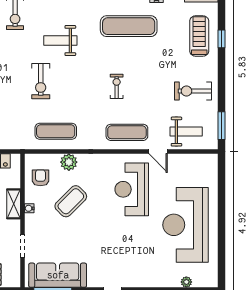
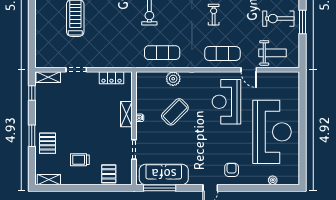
window: (222, 126) -> (303, 22), moved
armchair: (40, 178) -> (232, 170), moved
reception desk: (185, 225) -> (272, 132), turned 180

